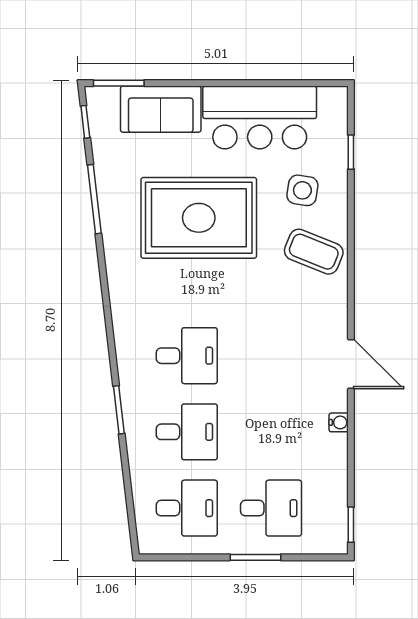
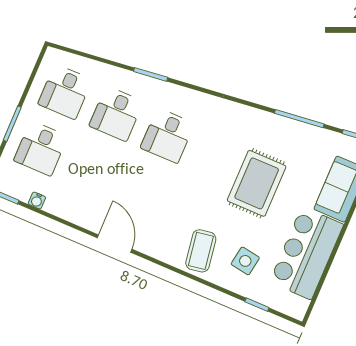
rug: (199, 218) -> (257, 183), width x0.73, depth x0.69
coffee table: (314, 252) -> (201, 251), turned -31
door: (351, 364) -> (115, 244), swing flipped
water cooler: (339, 422) -> (37, 200), moved

